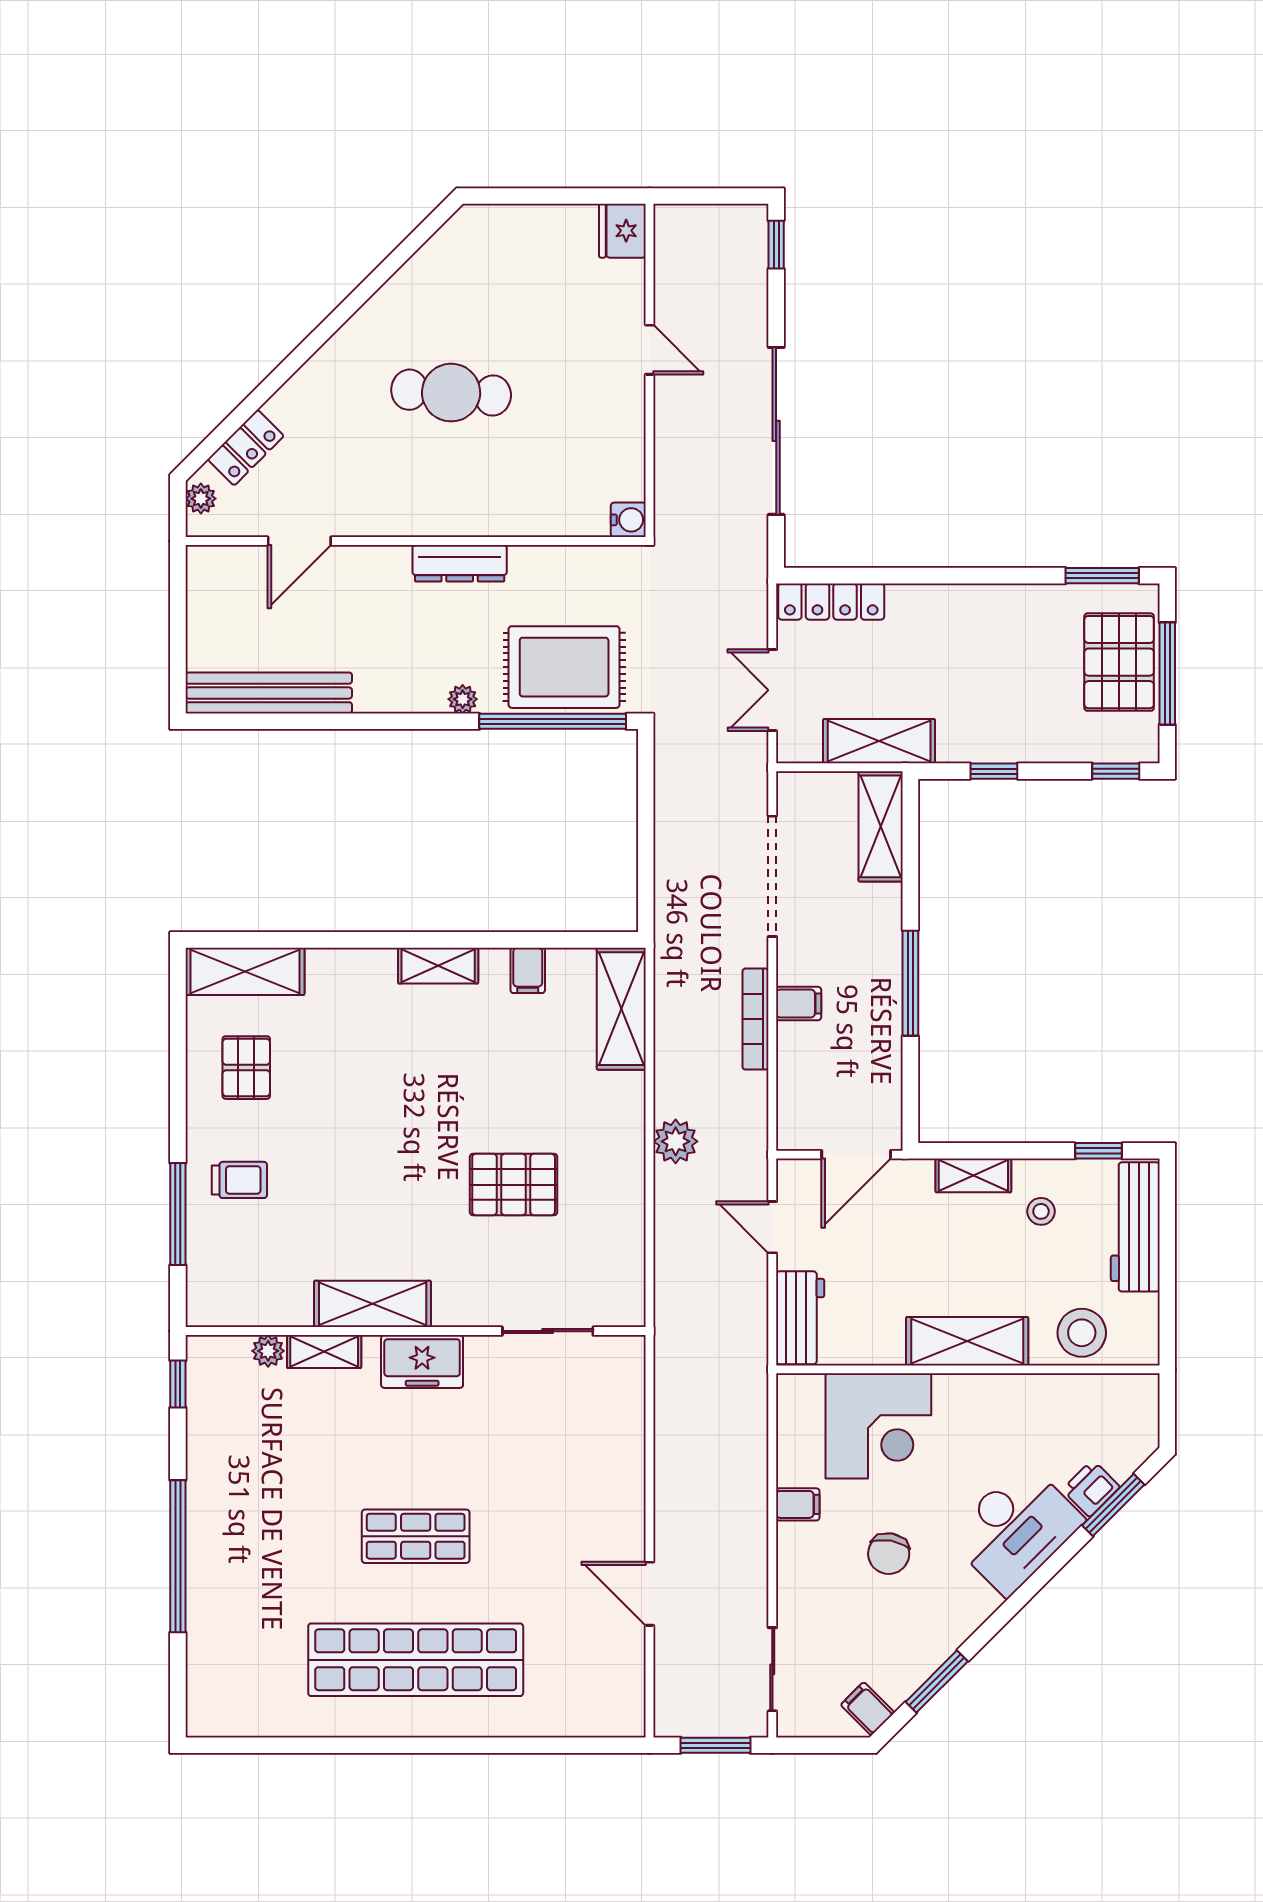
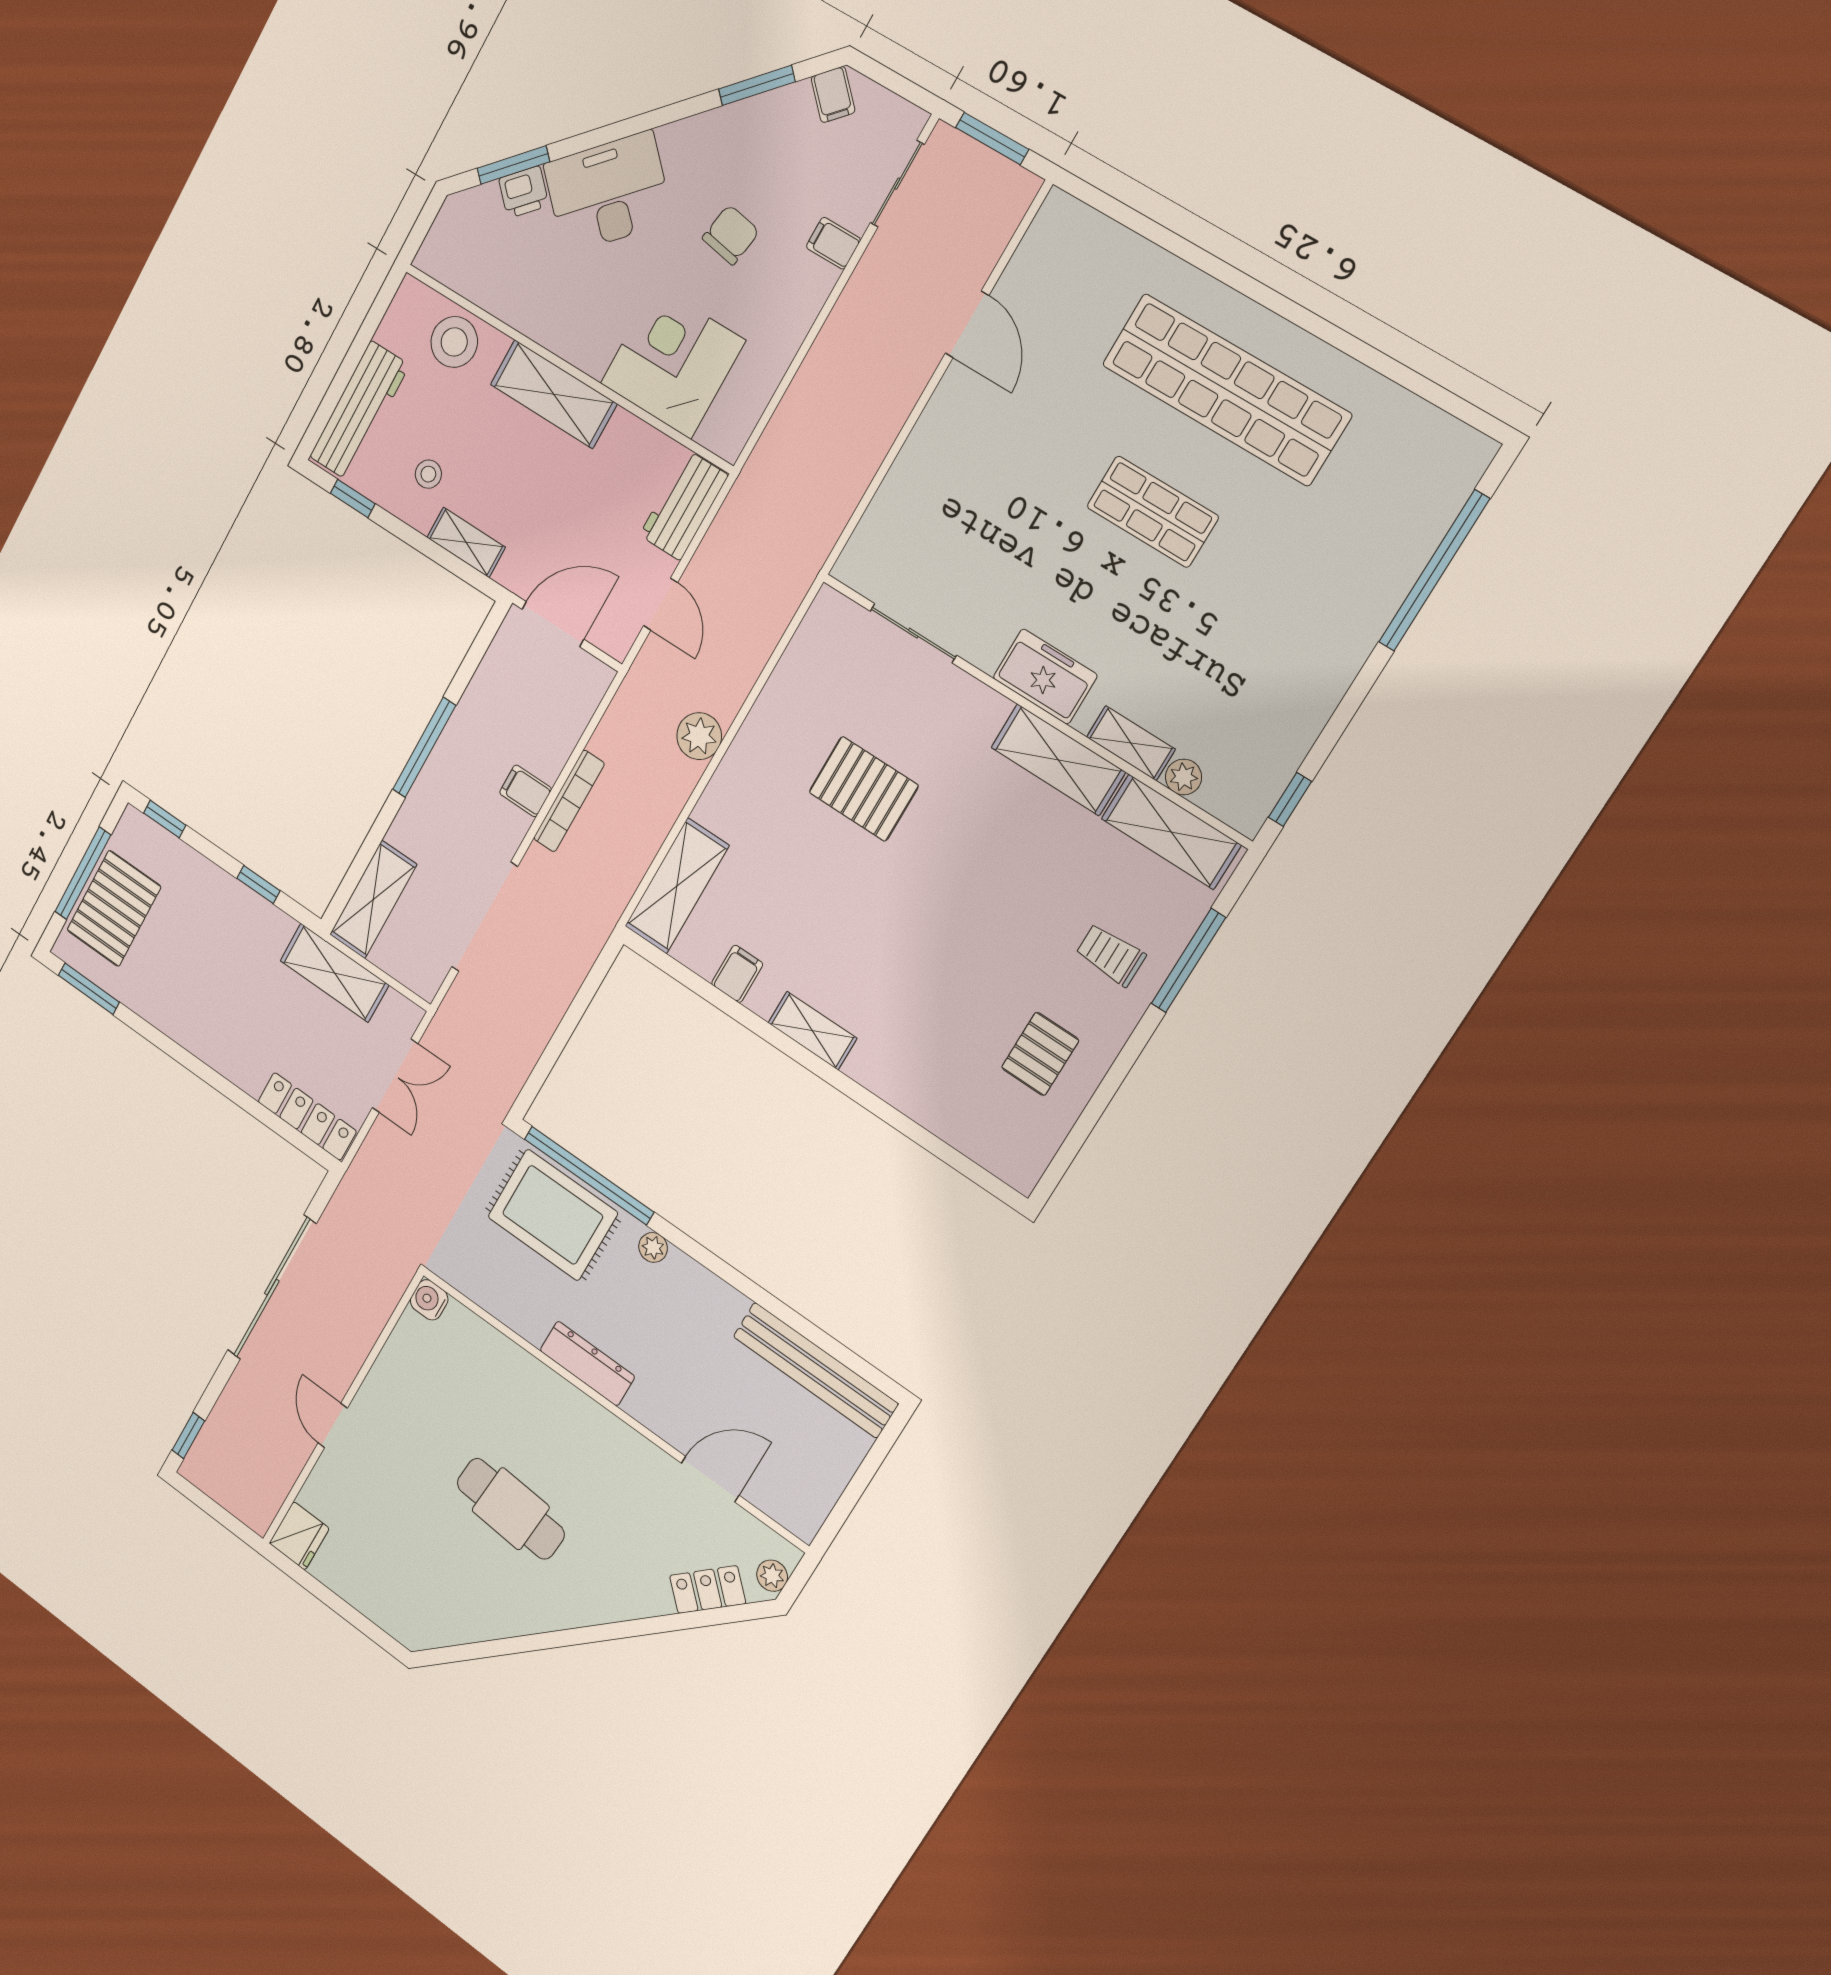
shelving: (245, 971) -> (1171, 832), moved
filing cabinet: (798, 1504) -> (833, 243), moved
window: (178, 1556) -> (1434, 571), moved

